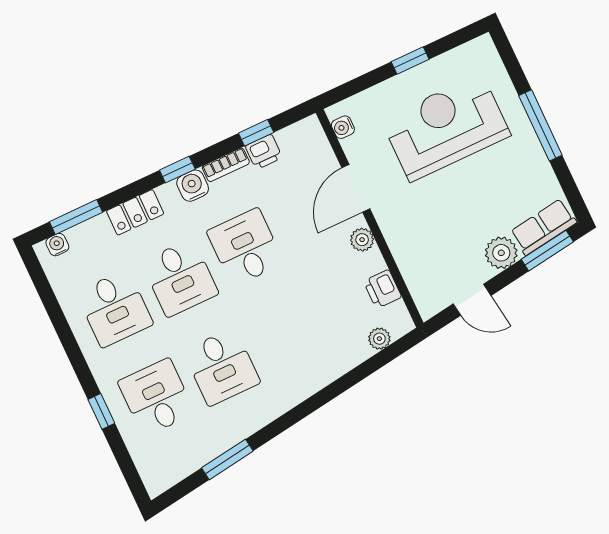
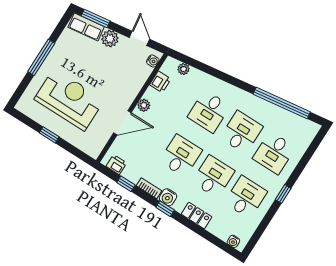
water cooler: (343, 127) -> (153, 61), moved
reception desk: (446, 127) -> (69, 100), turned 180
printer: (264, 152) -> (116, 165), moved
window: (76, 217) -> (216, 241), removed
desk: (245, 247) -> (181, 156), turned 180
desk: (287, 336) -> (209, 111), added
window: (101, 411) -> (283, 194), moved
window: (227, 459) -> (282, 103), width x2.11

